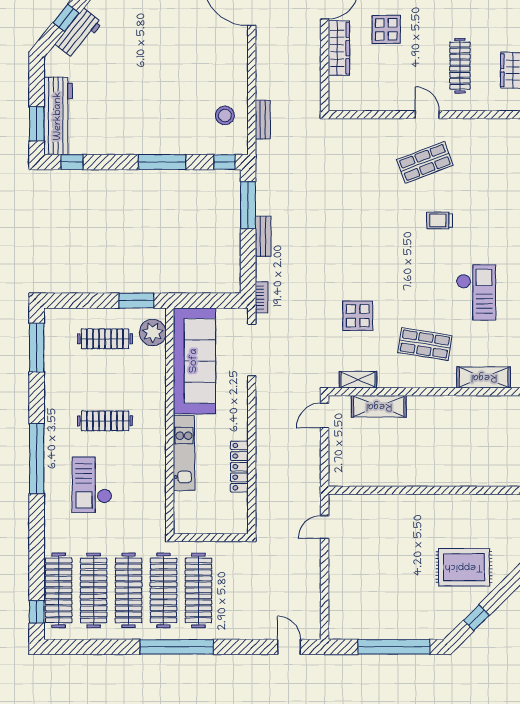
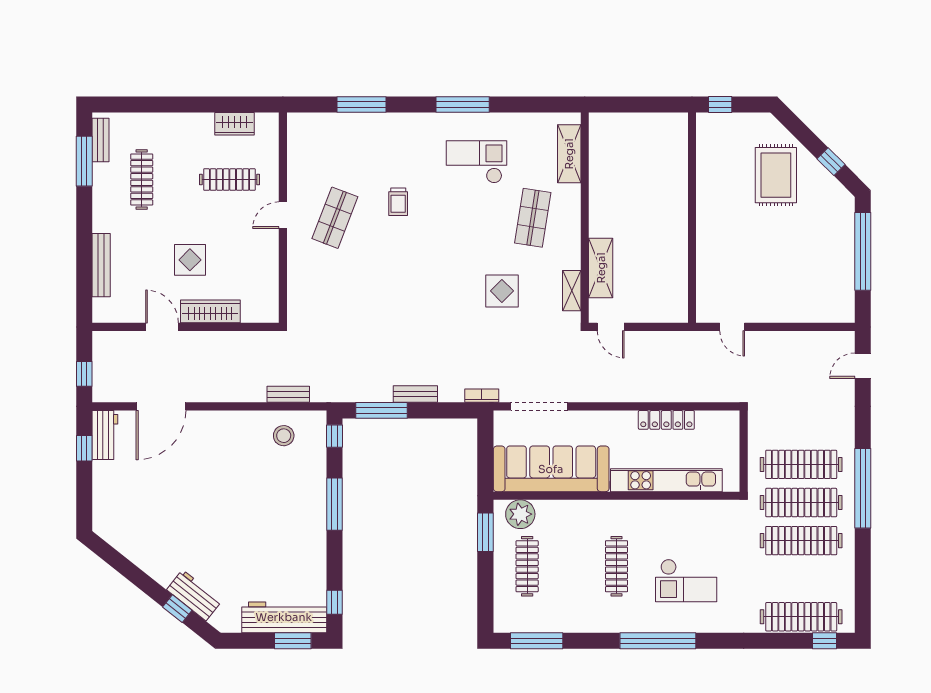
shop shelf: (425, 162) -> (335, 218), turned 42
kitchen unit: (184, 453) -> (666, 480), width x1.36
clothes rail: (94, 590) -> (801, 579), removed

